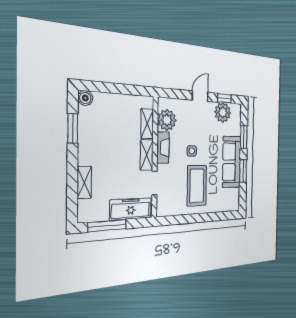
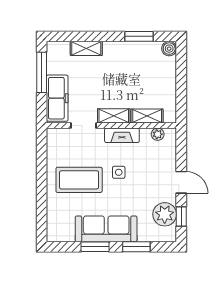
plant: (167, 120) -> (158, 134), width x0.53, depth x0.53

